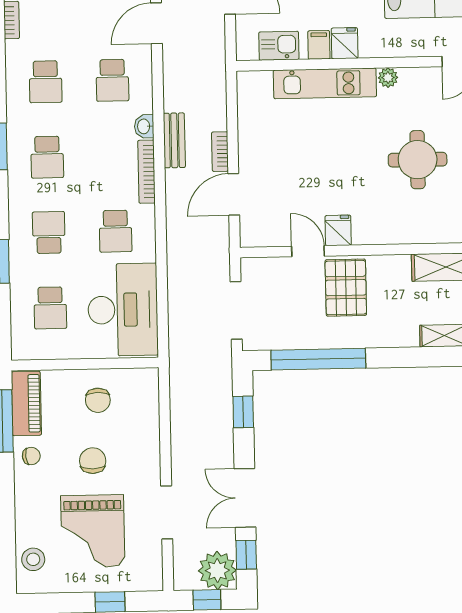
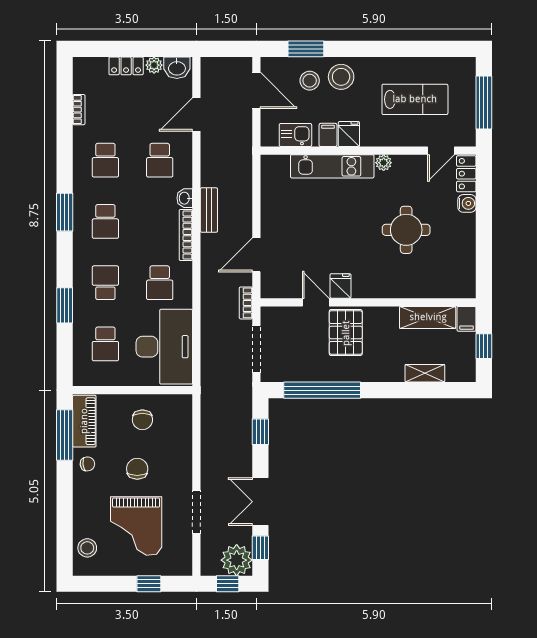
bookcase: (220, 152) -> (246, 303), moved

